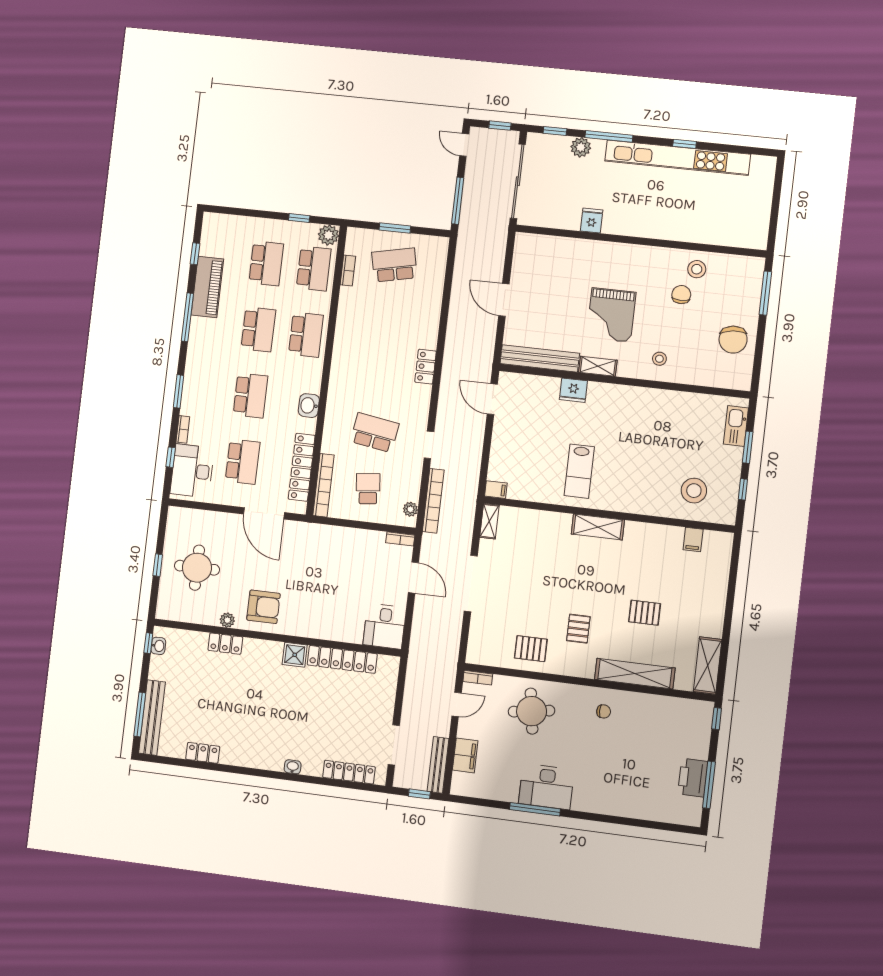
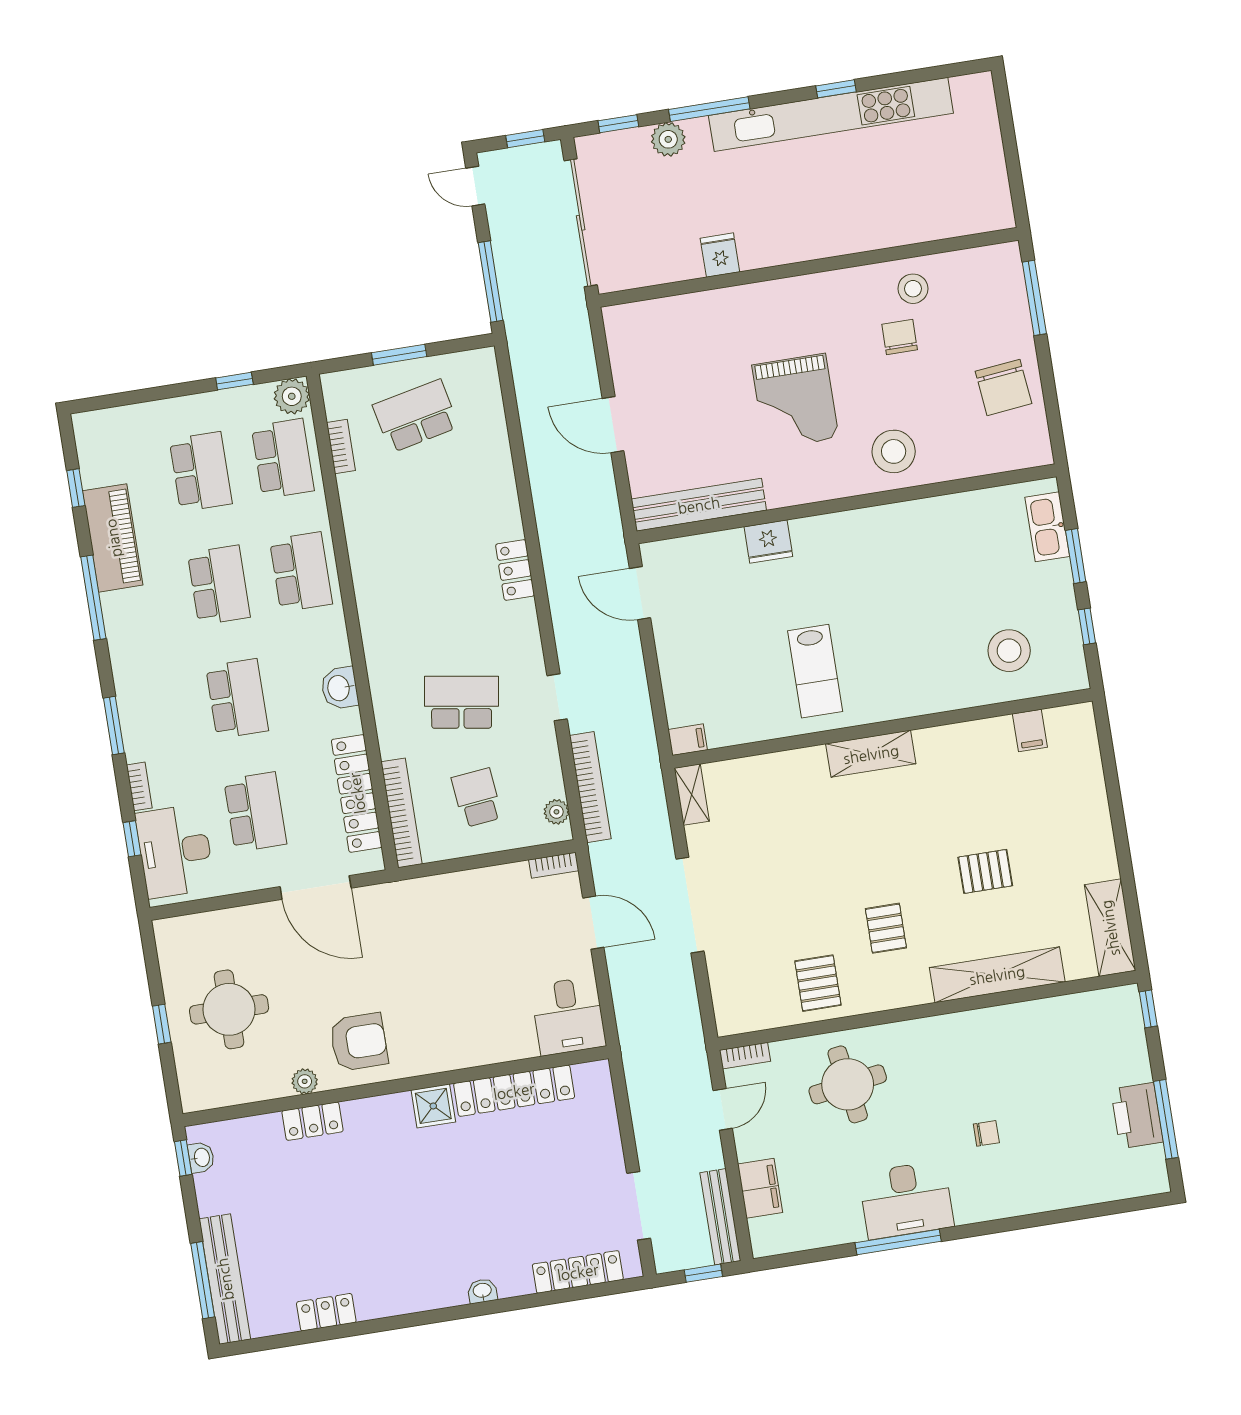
stool: (659, 359) -> (894, 451), width x1.89, depth x1.89
shelving: (598, 366) -> (797, 491), removed
pallet: (531, 649) -> (818, 983), turned 90
chair: (604, 711) -> (986, 1133), moved

